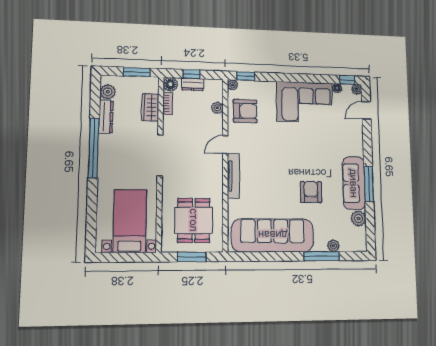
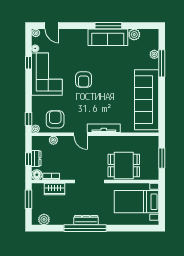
window: (347, 80) -> (29, 63), moved
dresser: (106, 117) -> (86, 220), moved
armchair: (311, 192) -> (84, 80), moved, turned -90
dining table: (194, 220) -> (124, 166), moved

